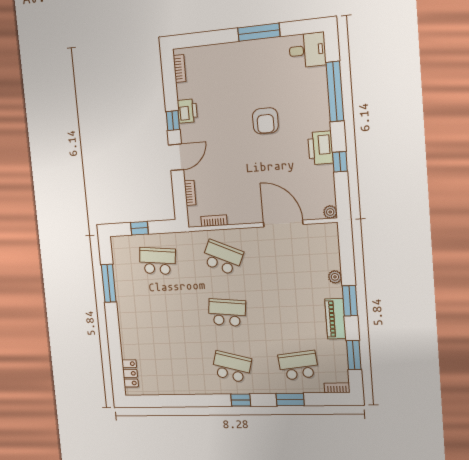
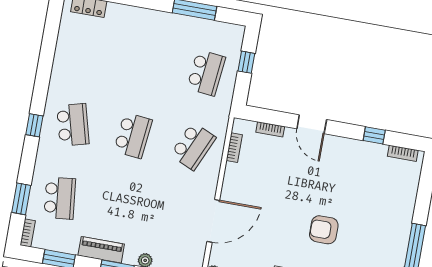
printer: (187, 111) -> (357, 150), removed
window: (173, 121) -> (374, 135), moved
school desk: (232, 367) -> (73, 125), turned -30
window: (290, 400) -> (21, 199), moved

